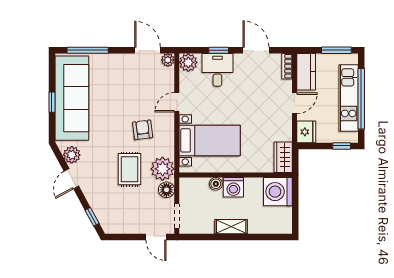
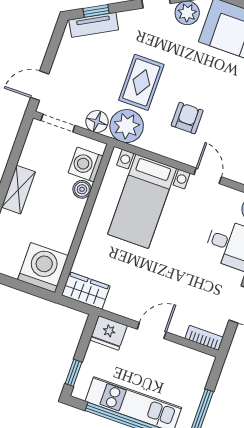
kitchen counter: (306, 72) -> (188, 360), removed
door: (294, 103) -> (152, 331), swing flipped
armchair: (143, 130) -> (187, 118), turned -83
rug: (130, 169) -> (141, 82), turned 90
washing machine: (233, 187) -> (86, 164), moved
tv unit: (102, 215) -> (94, 25), added

